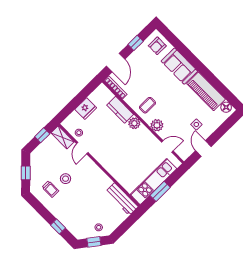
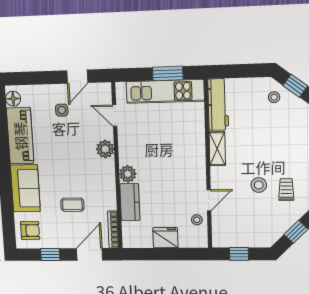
coffee table: (147, 105) -> (72, 205), moved
shelving: (63, 137) -> (217, 149), moved

